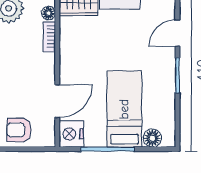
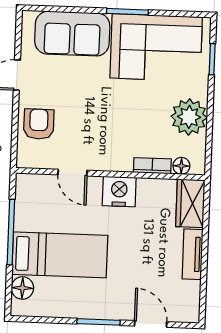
door: (57, 101) -> (72, 173), width x0.73
nightstand: (71, 134) -> (119, 192), moved

